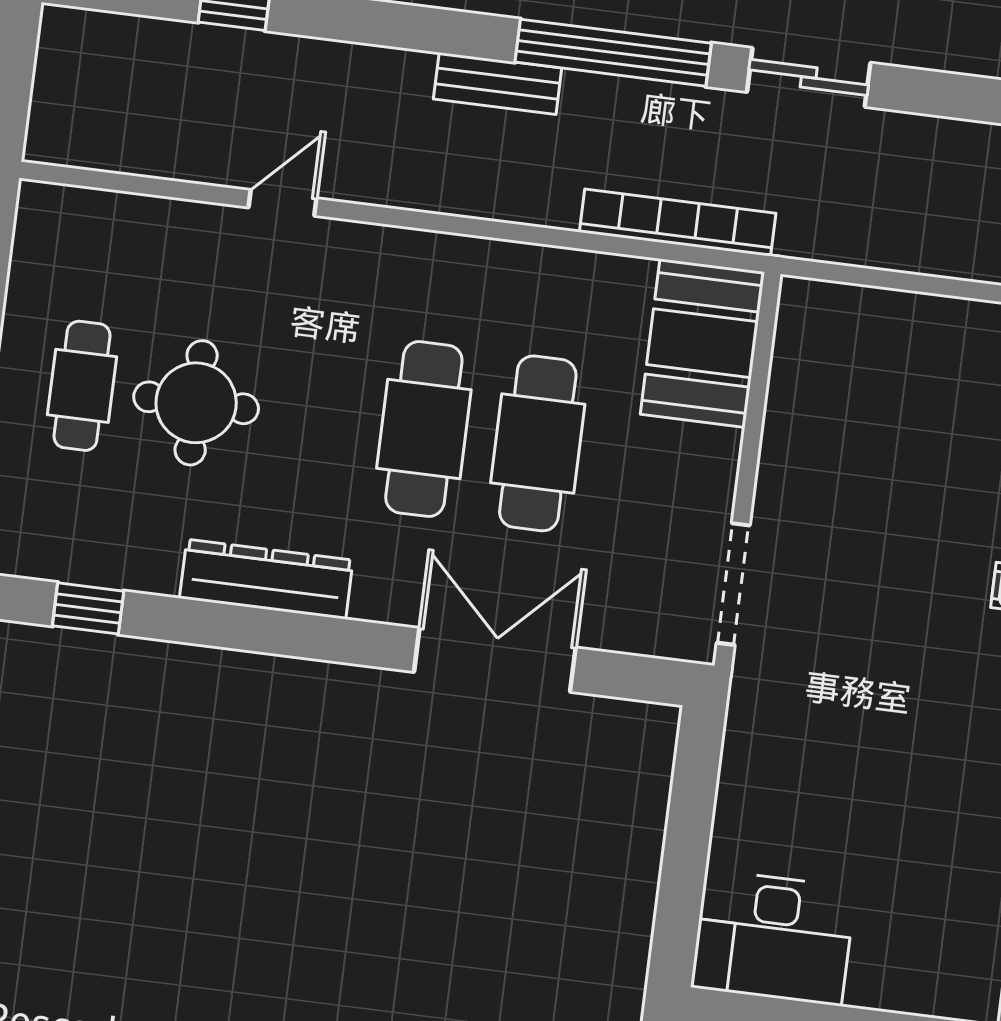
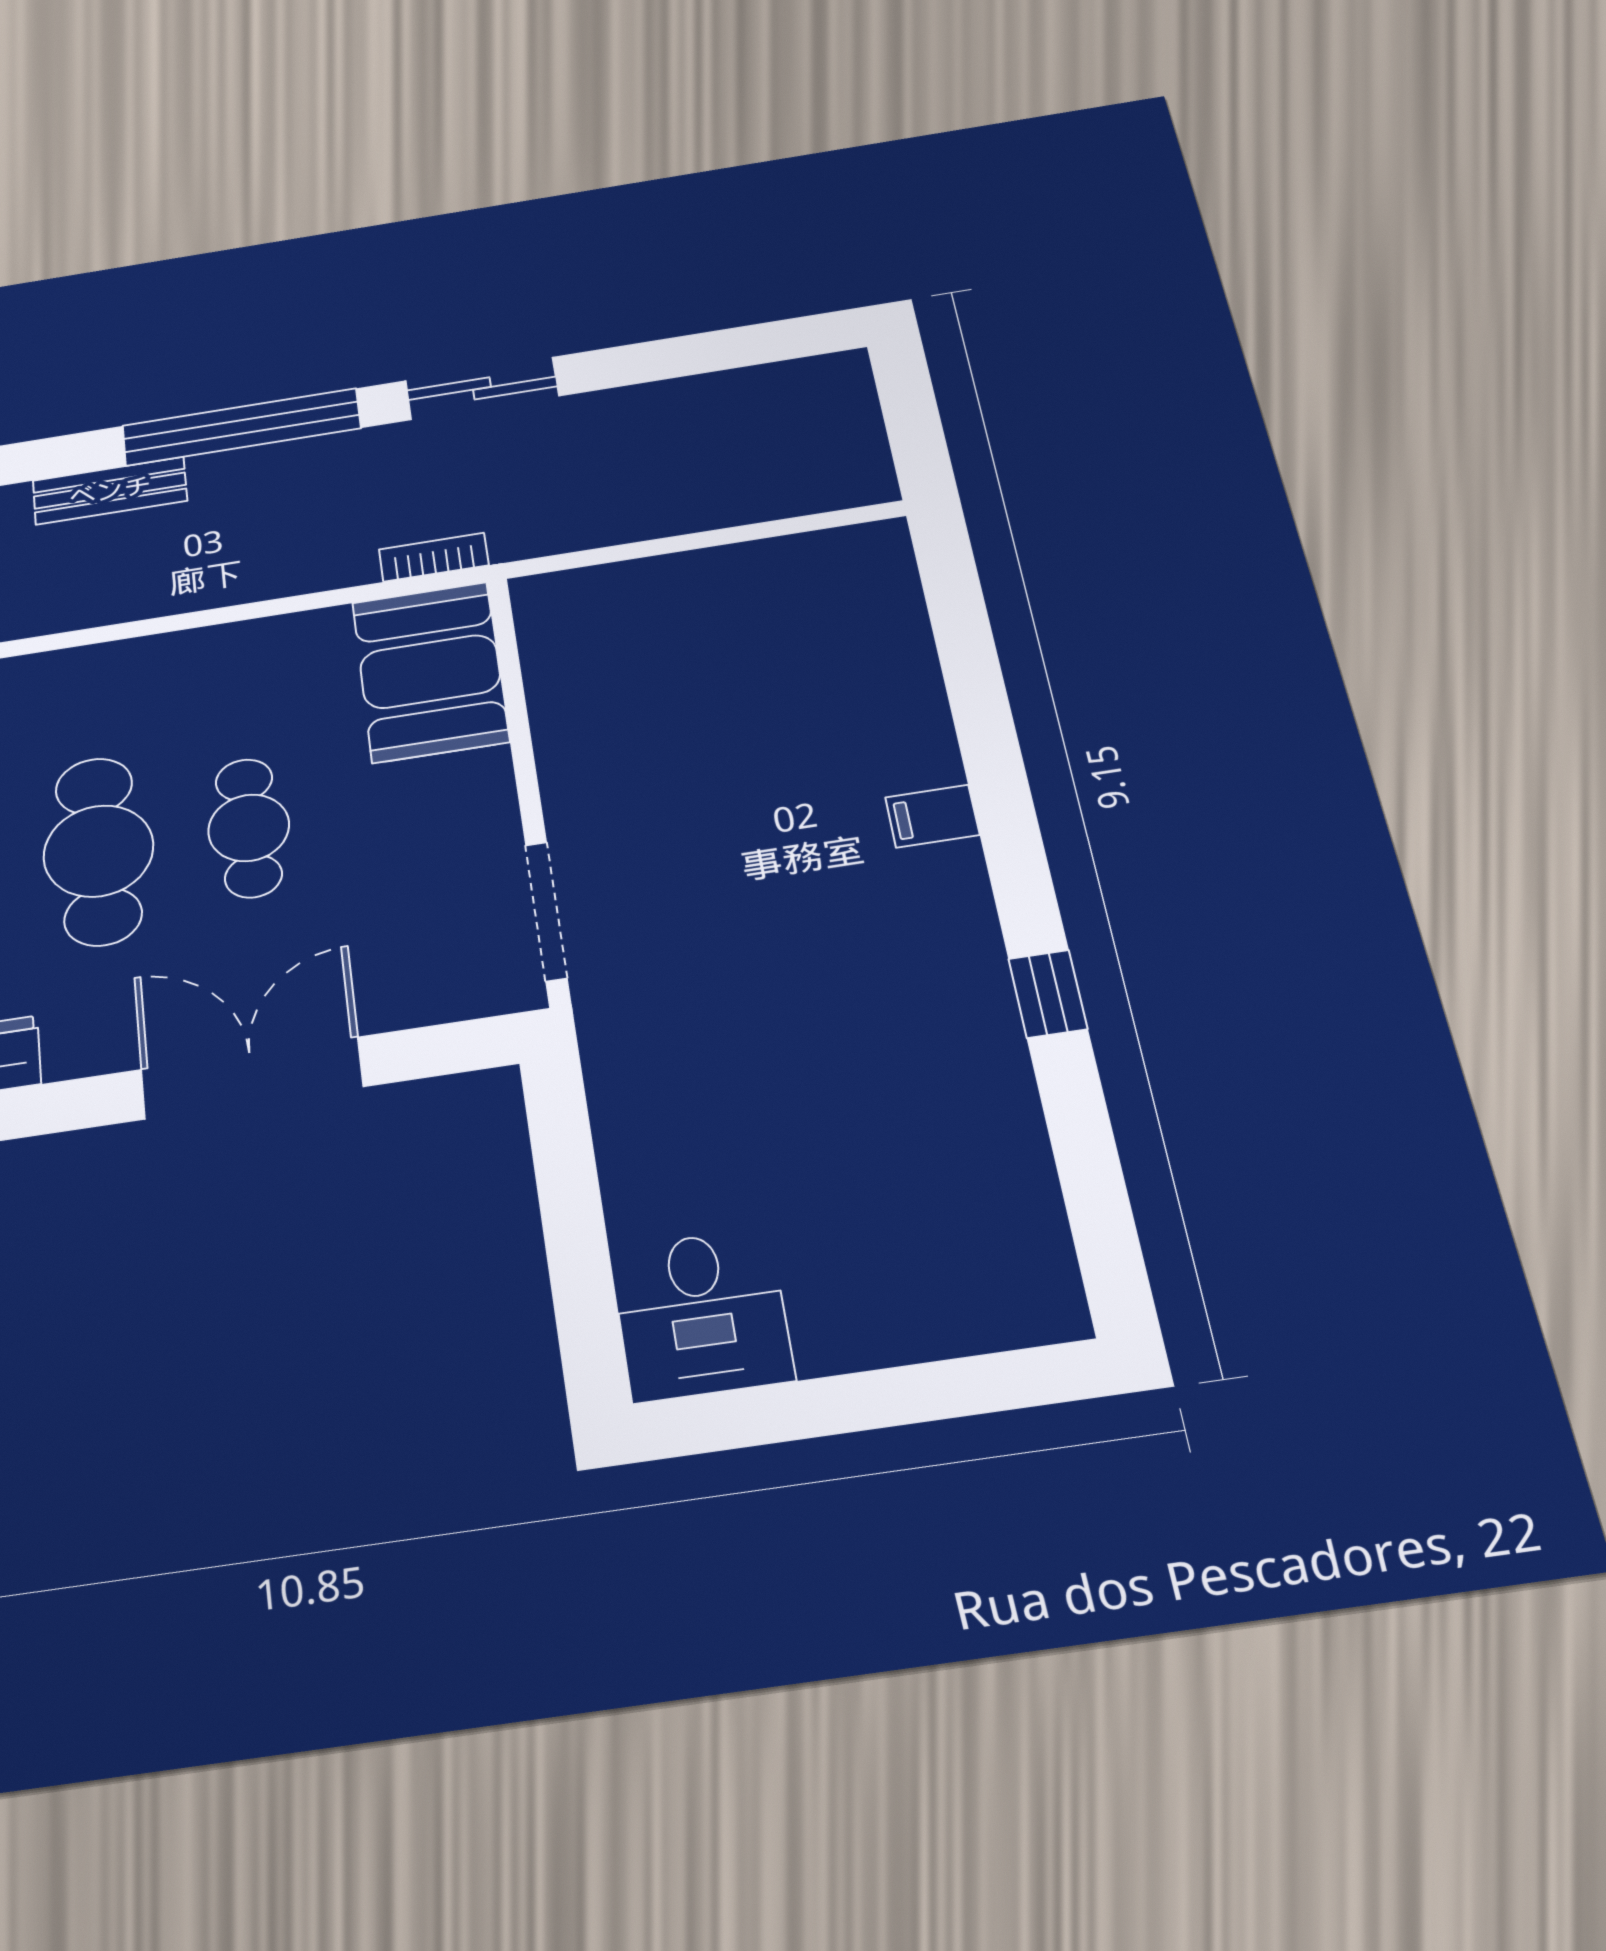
bookcase: (678, 223) -> (434, 557), width x0.43, depth x0.76
cafe table: (538, 443) -> (249, 828), width x0.73, depth x0.74
desk: (773, 938) -> (701, 1314), width x0.73

